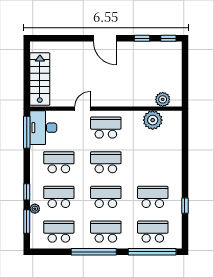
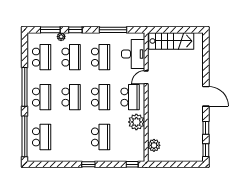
door: (105, 38) -> (206, 96), swing flipped
door: (83, 109) -> (146, 77), swing flipped
plant: (153, 120) -> (136, 122), moved
window: (185, 125) -> (132, 164), added
desk: (43, 128) -> (133, 54), moved, turned 90
window: (27, 132) -> (113, 30), moved
school desk: (153, 197) -> (101, 137), moved
window: (185, 206) -> (88, 164), moved

